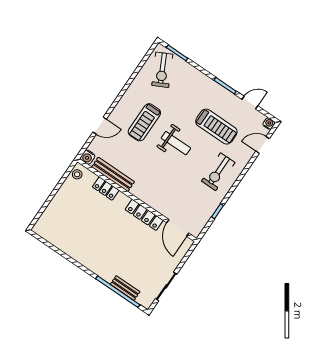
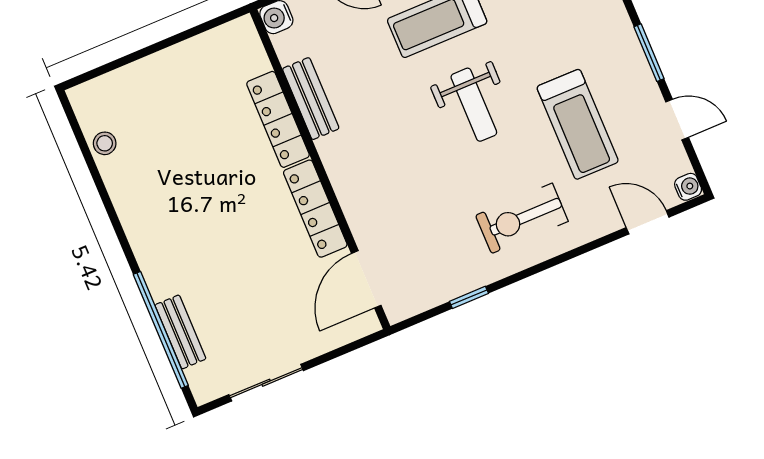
stool: (77, 174) -> (105, 143), moved
bench: (113, 174) -> (311, 99), width x0.73
locker: (106, 188) -> (278, 119), width x1.53

